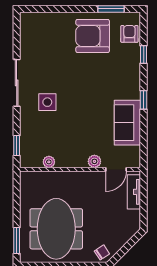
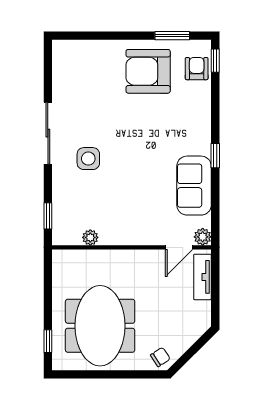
window: (144, 54) -> (215, 61), moved
plant: (94, 161) -> (203, 237), moved
window: (17, 240) -> (48, 341), width x0.67

